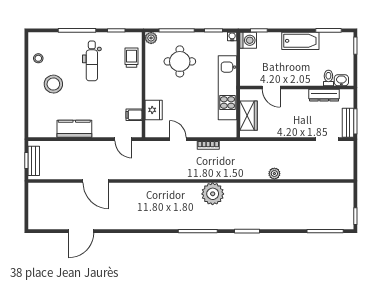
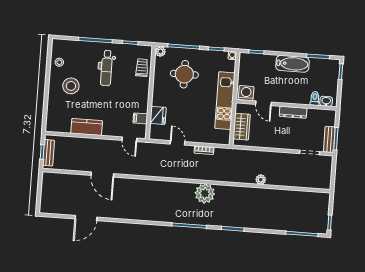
washing machine: (248, 40) -> (246, 93), moved, turned -90
dresser: (324, 95) -> (293, 112), moved

